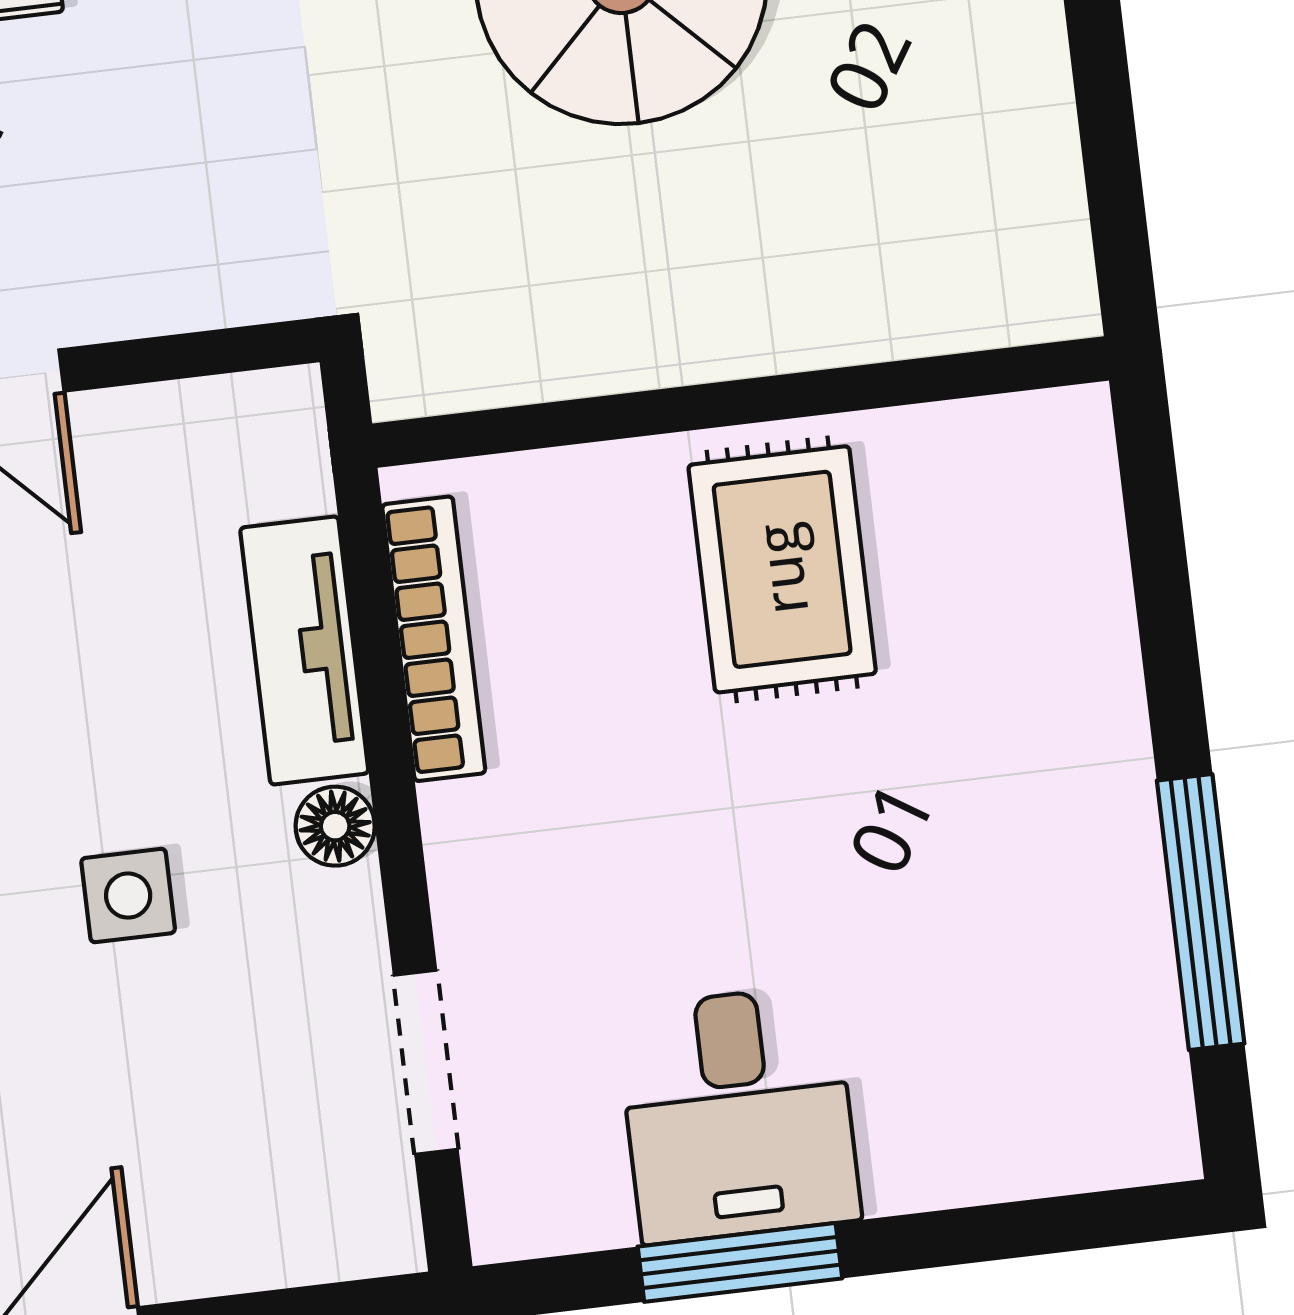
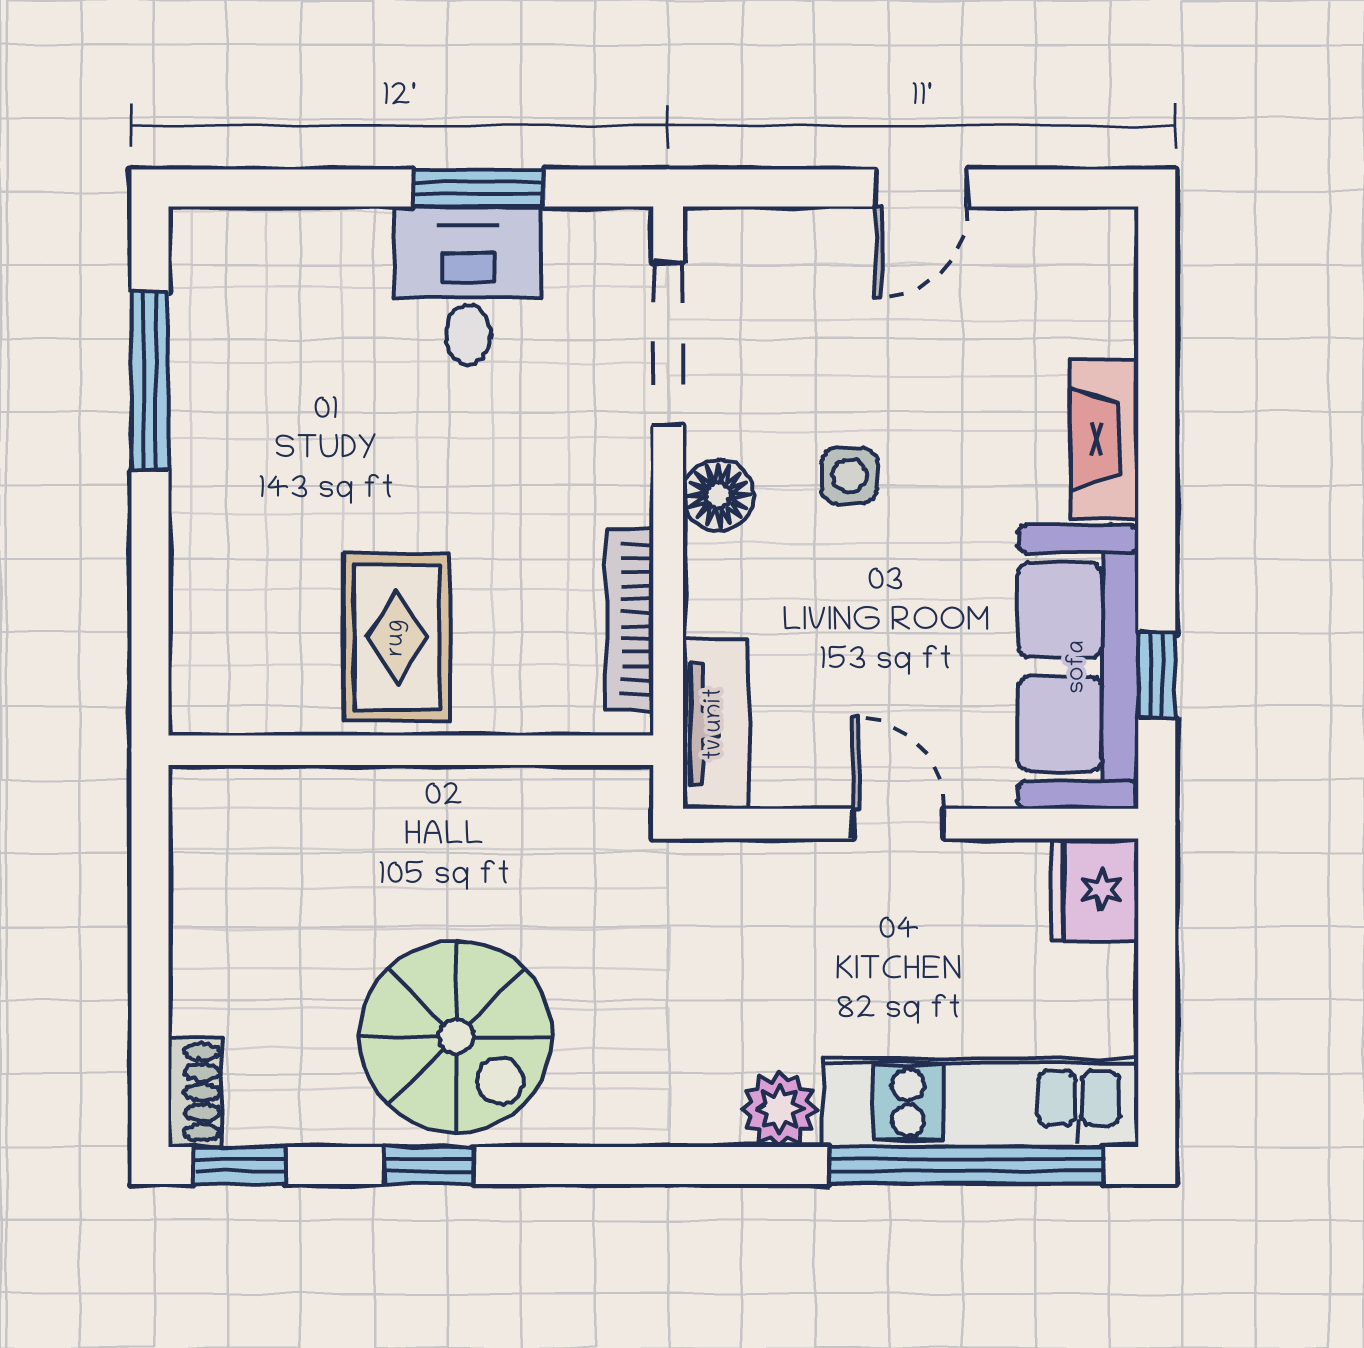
tv unit: (304, 651) -> (715, 724), moved
floor lamp: (335, 826) -> (719, 495), width x1.37, depth x1.37
doorway: (426, 1062) -> (668, 343), width x1.38

